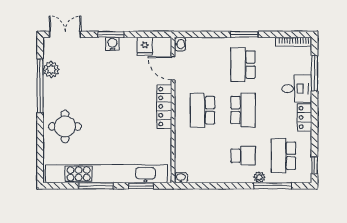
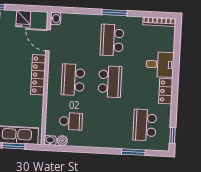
window: (314, 73) -> (177, 51), removed
school desk: (243, 156) -> (71, 121), moved
plant: (259, 177) -> (62, 141), moved
window: (273, 186) -> (133, 152), width x0.69

